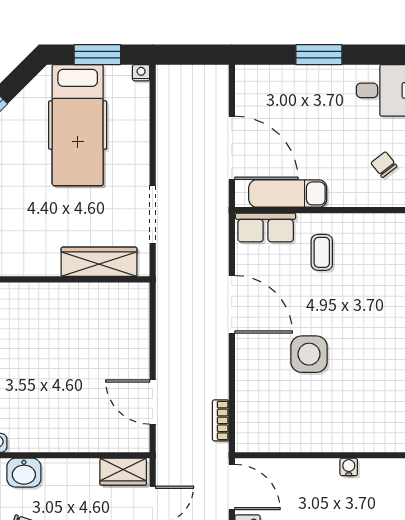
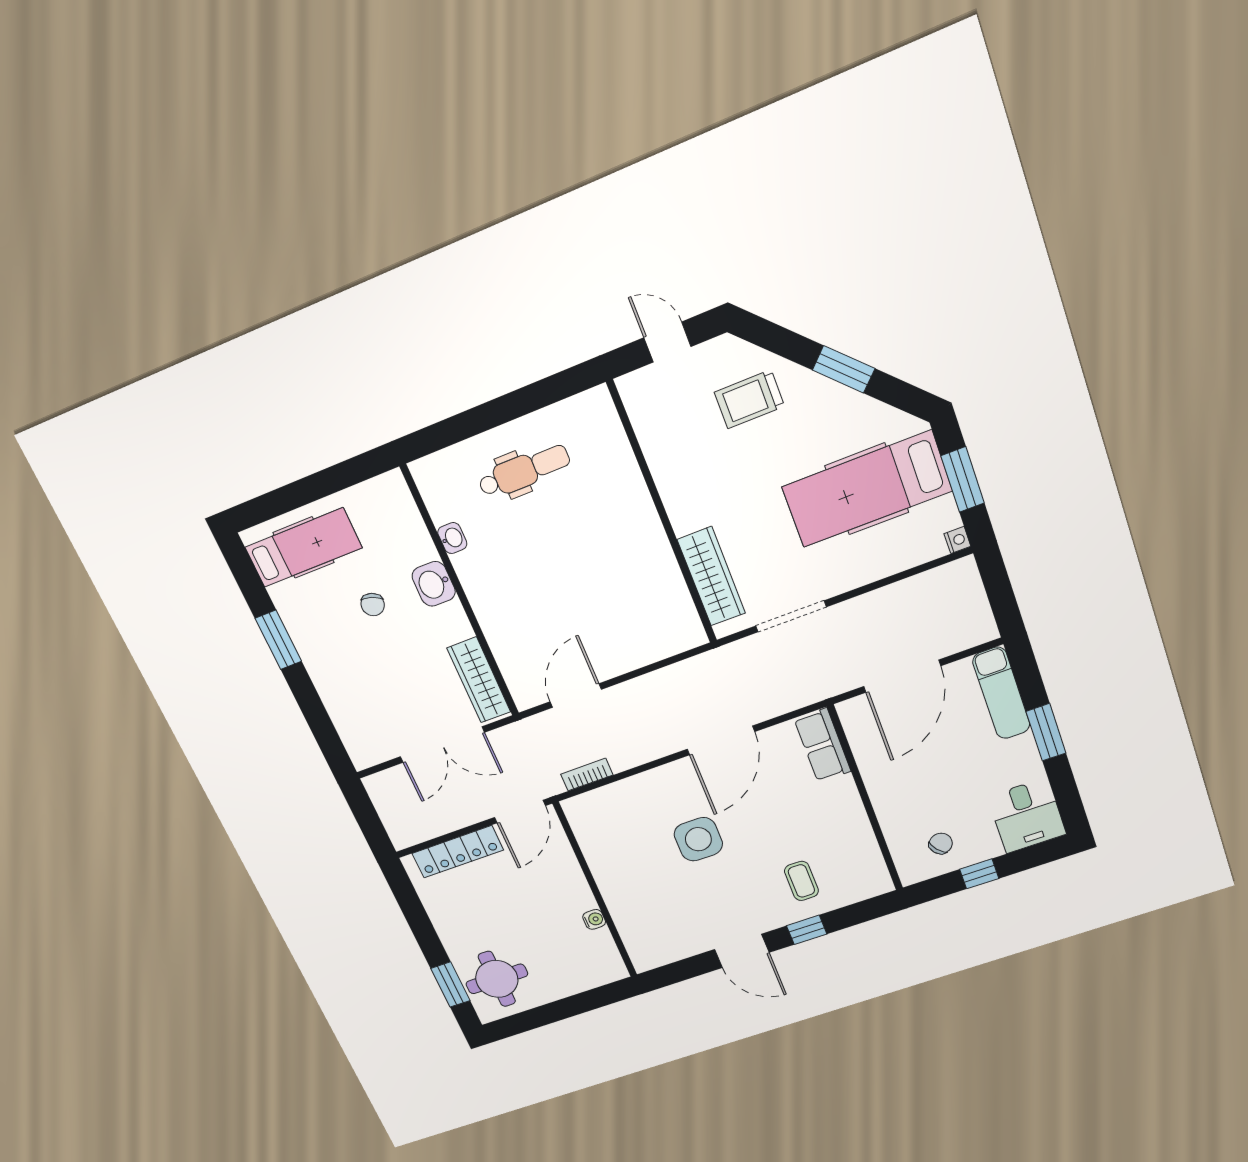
exam couch: (288, 193) -> (1001, 693), moved, turned 180
coffee table: (322, 252) -> (801, 881), moved, turned 90
wardrobe: (123, 472) -> (479, 680), width x1.50

